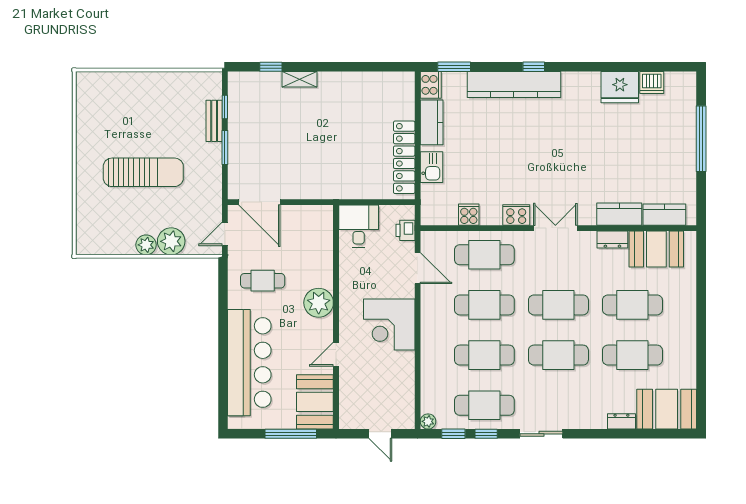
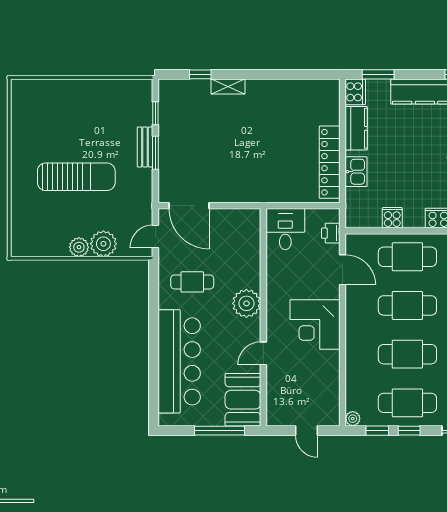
bench: (214, 121) -> (145, 147), moved

